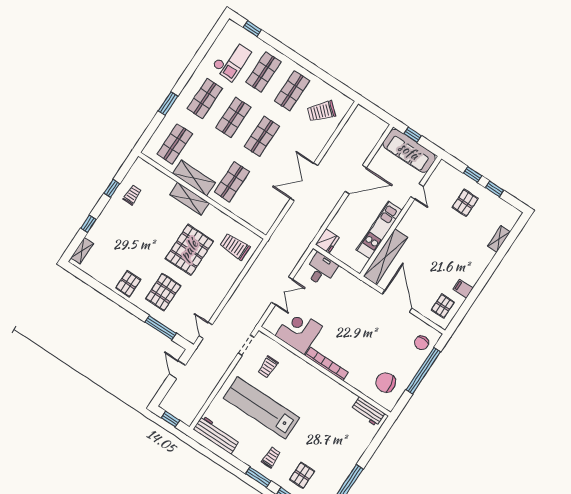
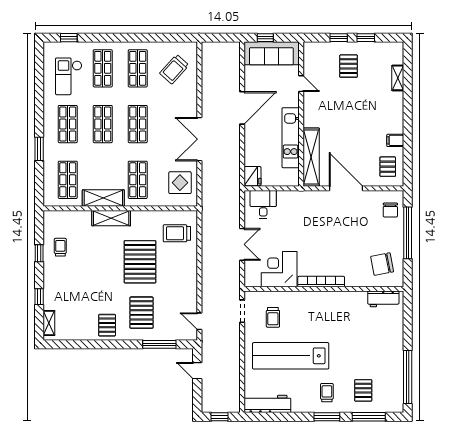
checkout: (231, 60) -> (69, 76), turned 180
display table: (265, 207) -> (180, 183), added

